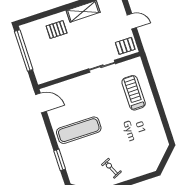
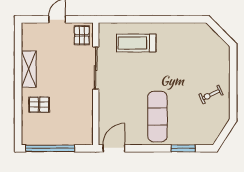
pallet: (57, 30) -> (39, 105), turned 90
sliding door: (102, 66) -> (96, 68), width x1.37

